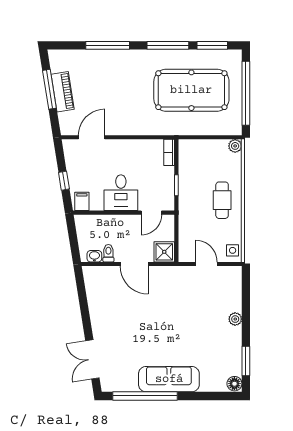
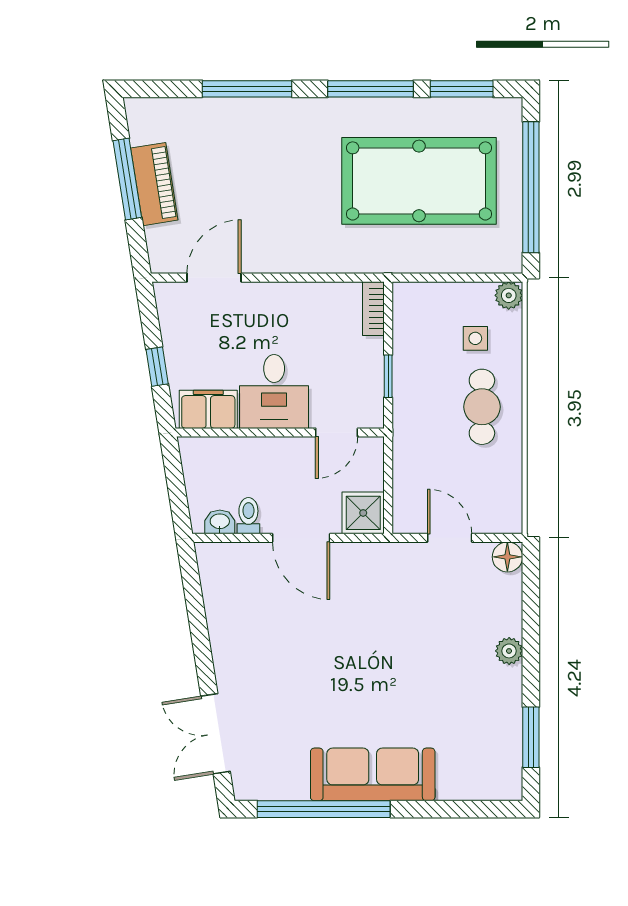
filing cabinet: (82, 201) -> (208, 409), width x2.00
side table: (233, 250) -> (475, 338), moved
floor lamp: (234, 384) -> (507, 557), moved

